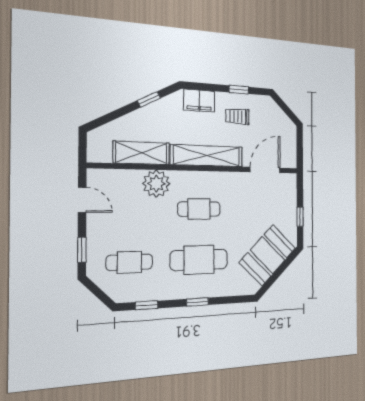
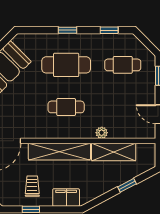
window: (149, 99) -> (127, 185), moved
trolley: (237, 116) -> (32, 186), turned -90
plant: (156, 184) -> (102, 133), width x0.53, depth x0.53

